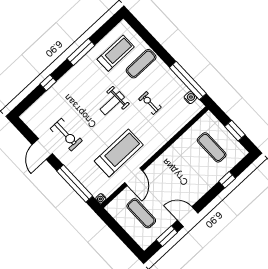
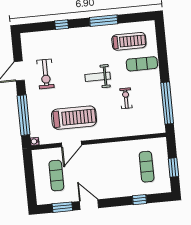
water cooler: (190, 98) -> (159, 117), removed

